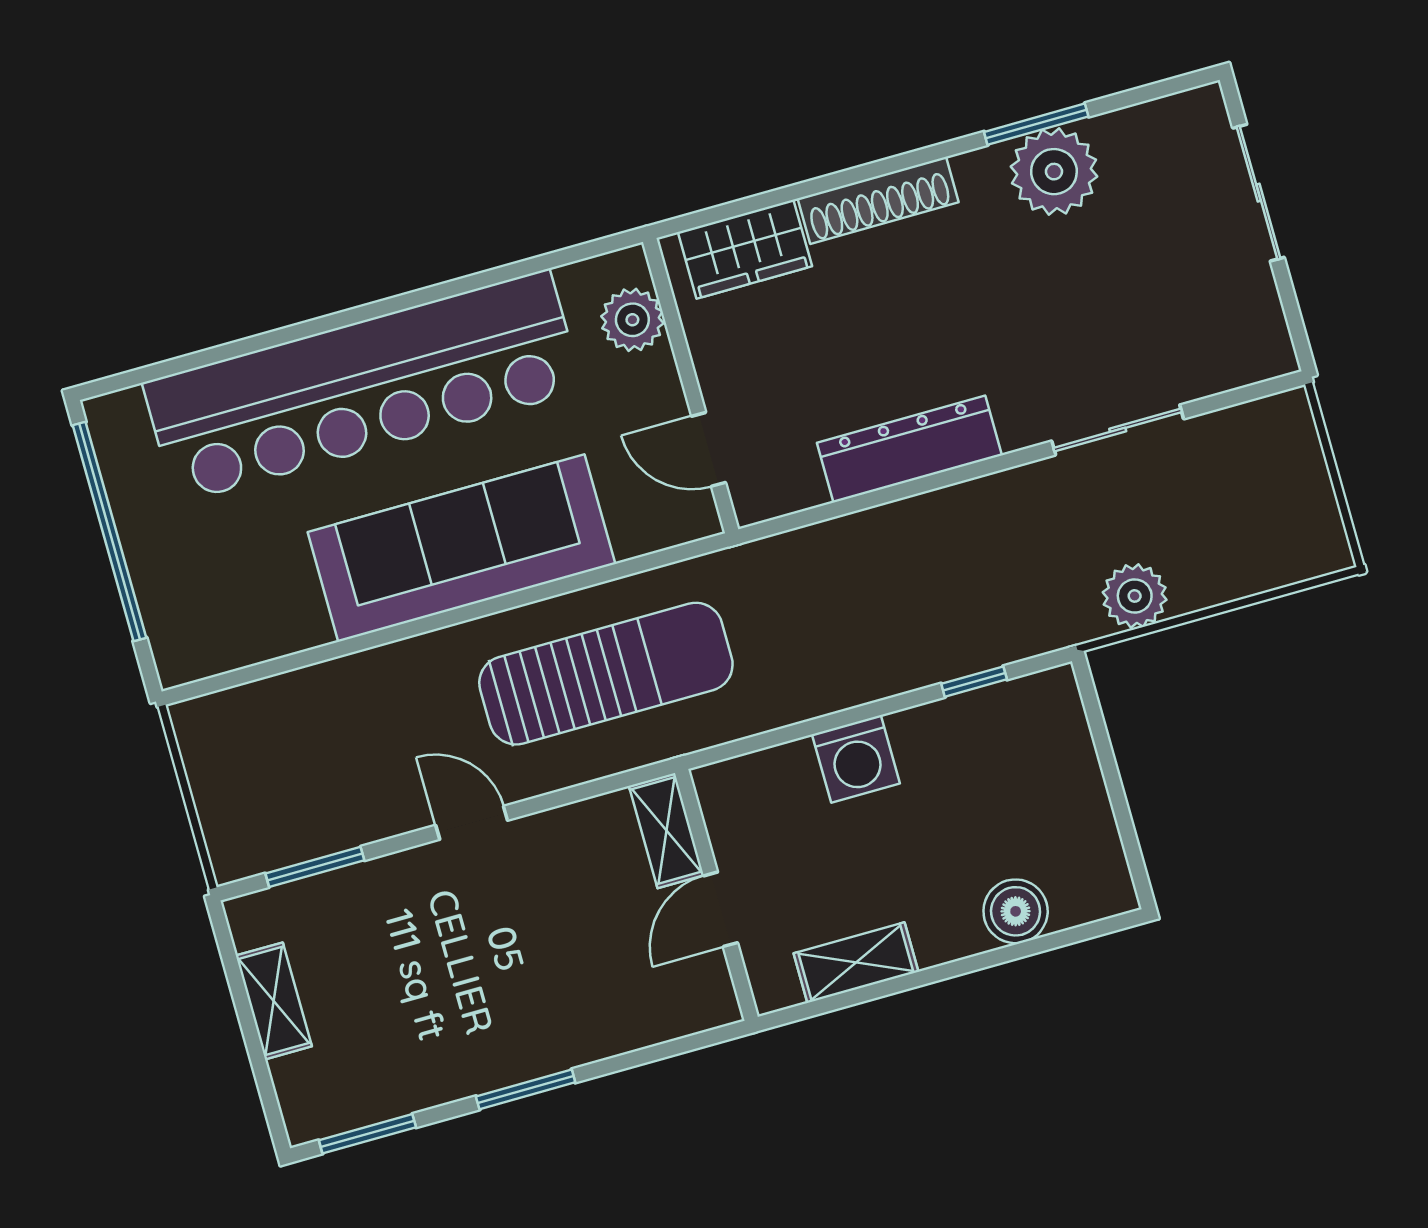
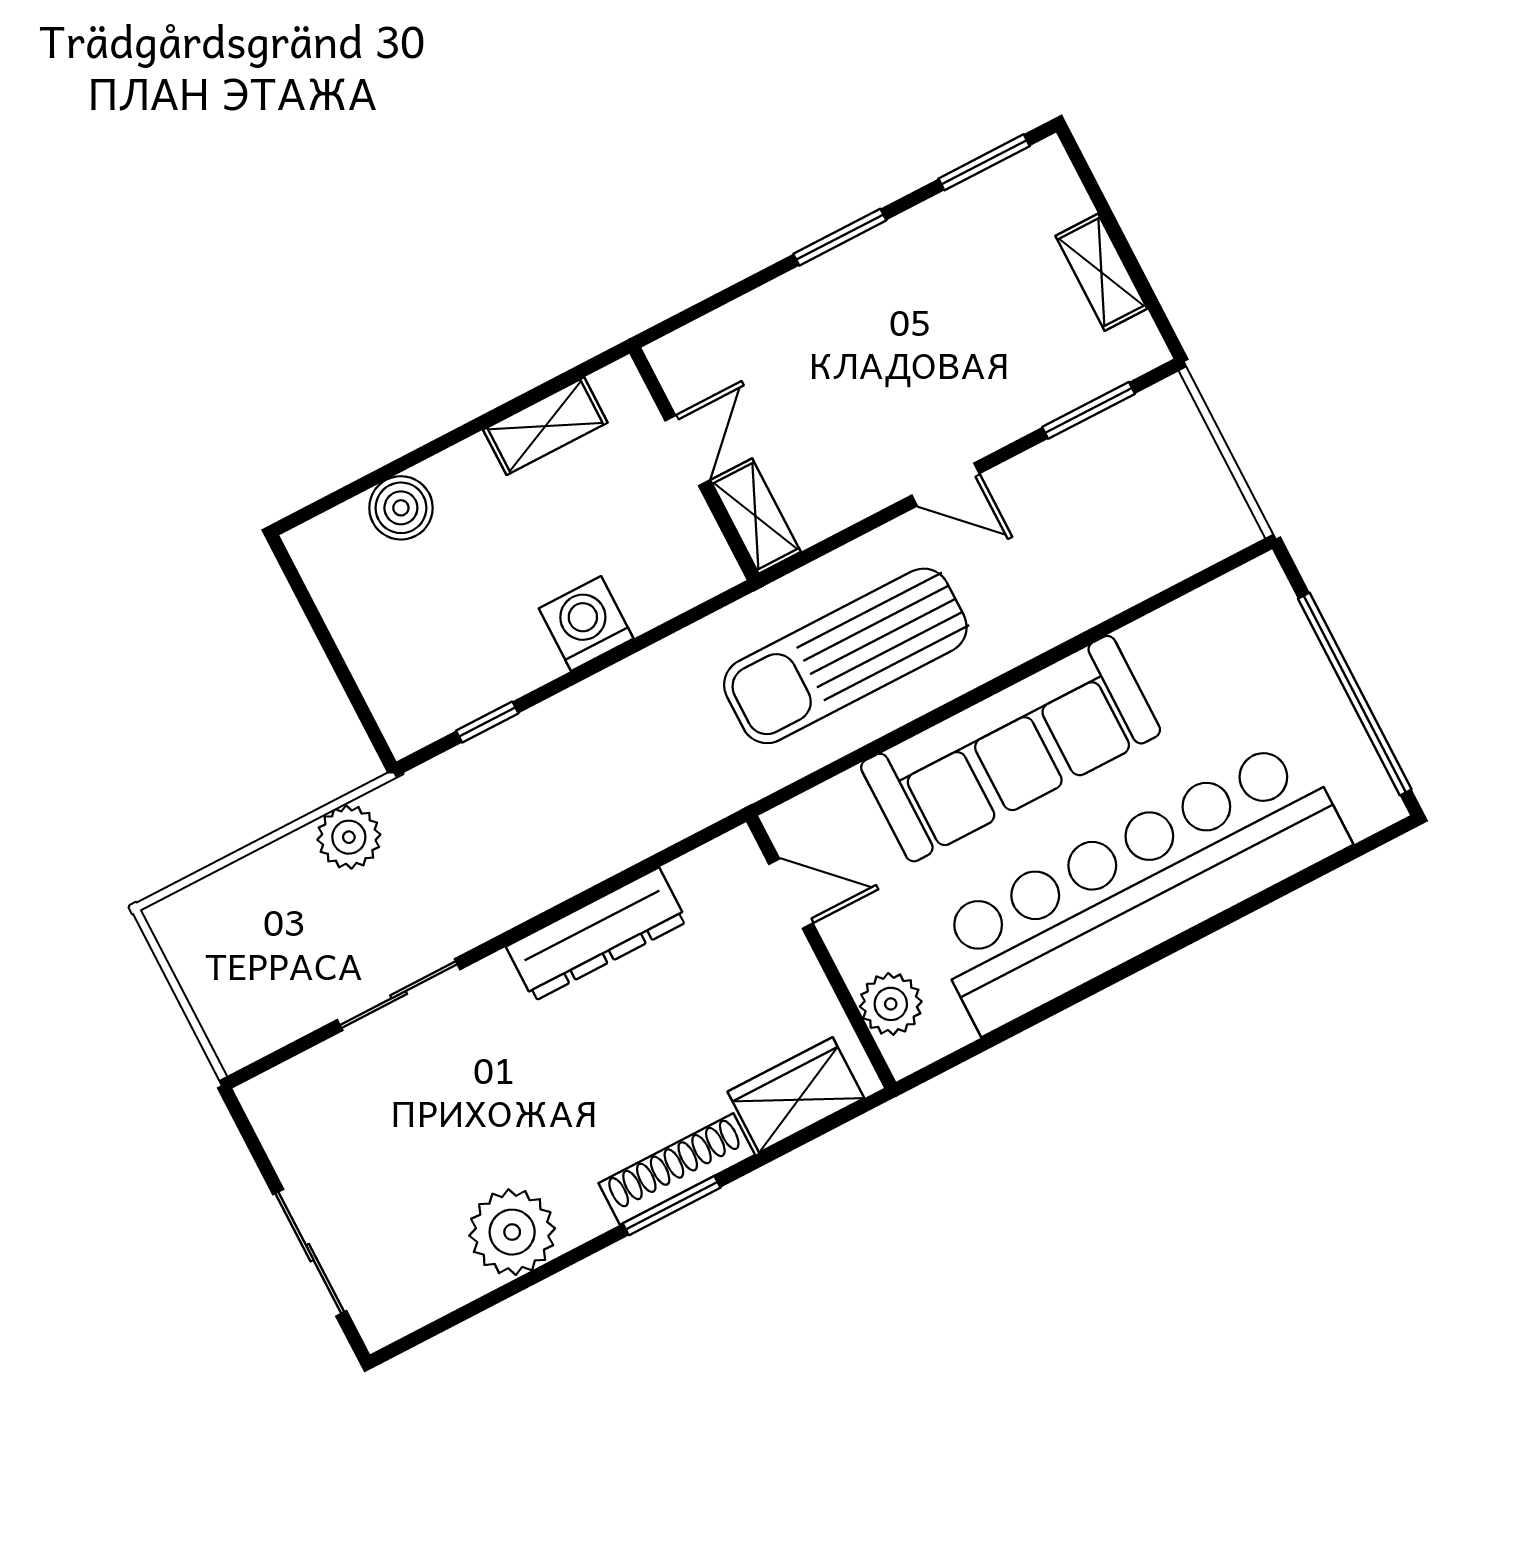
window: (1036, 124) -> (672, 1206), moved

